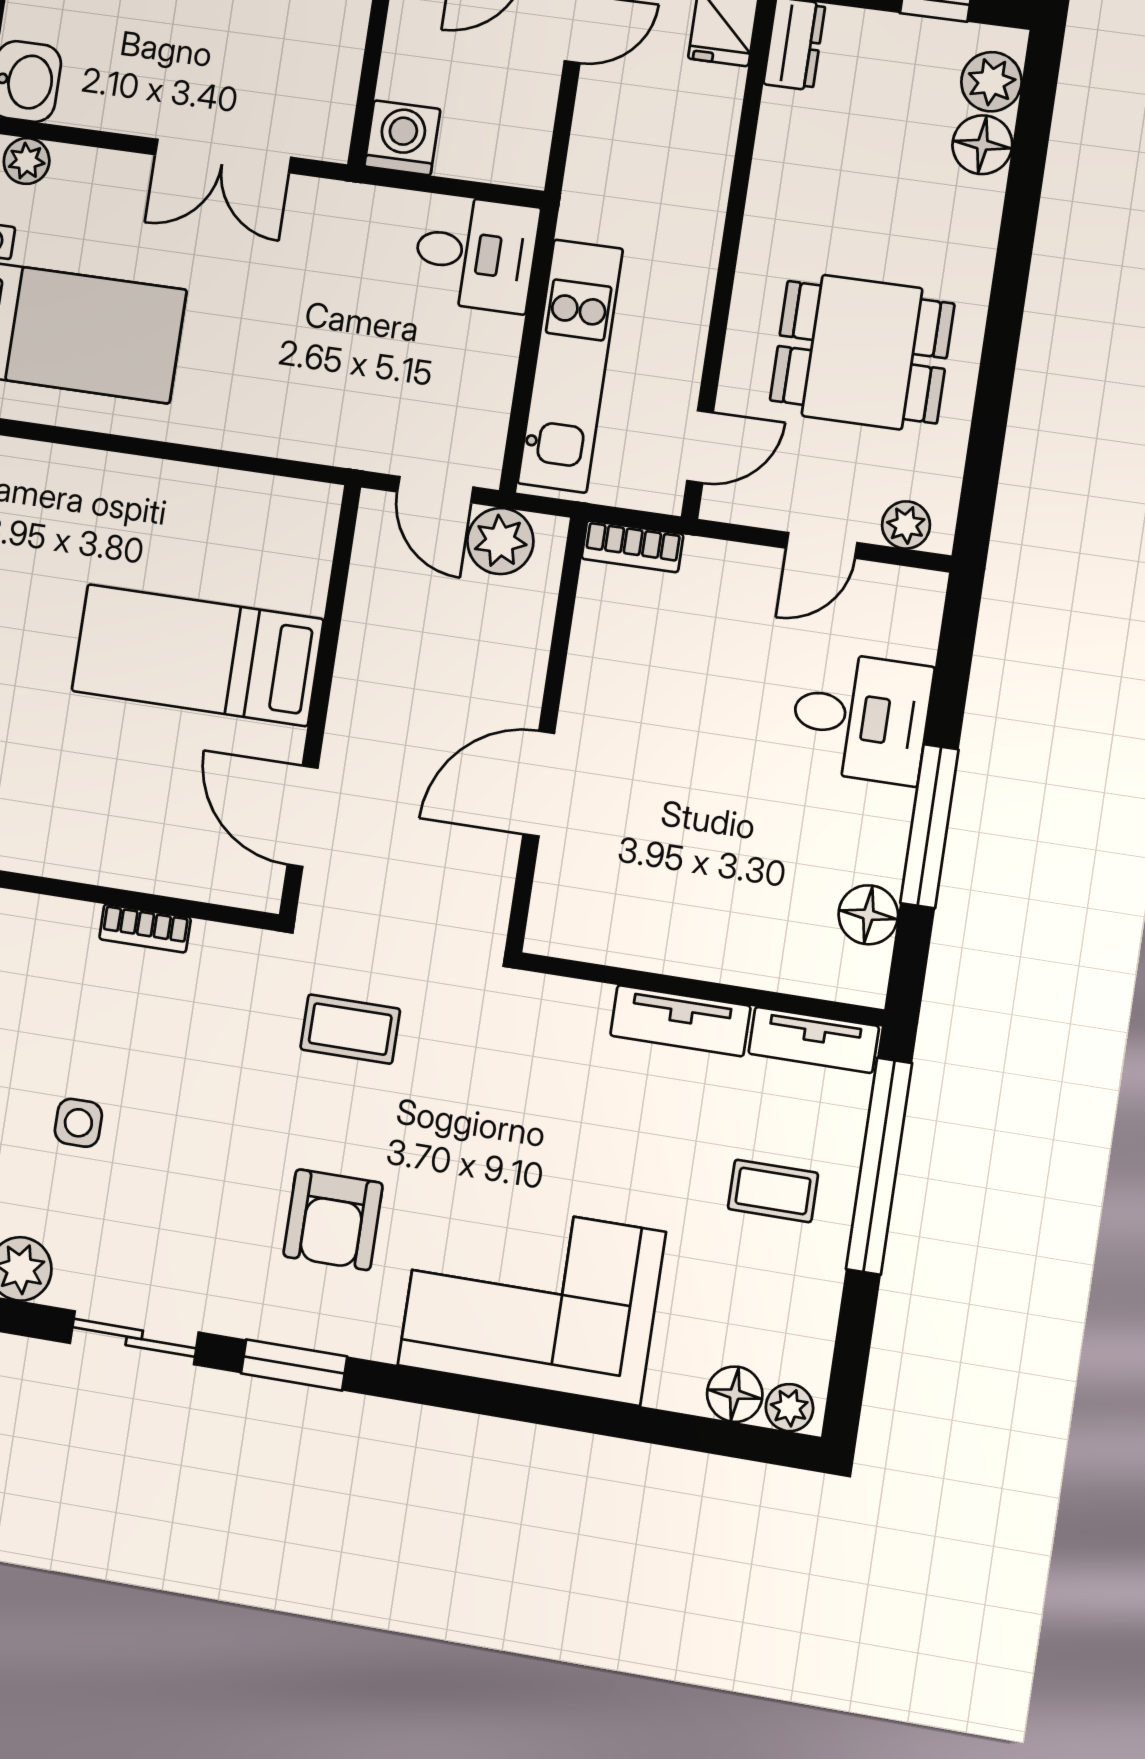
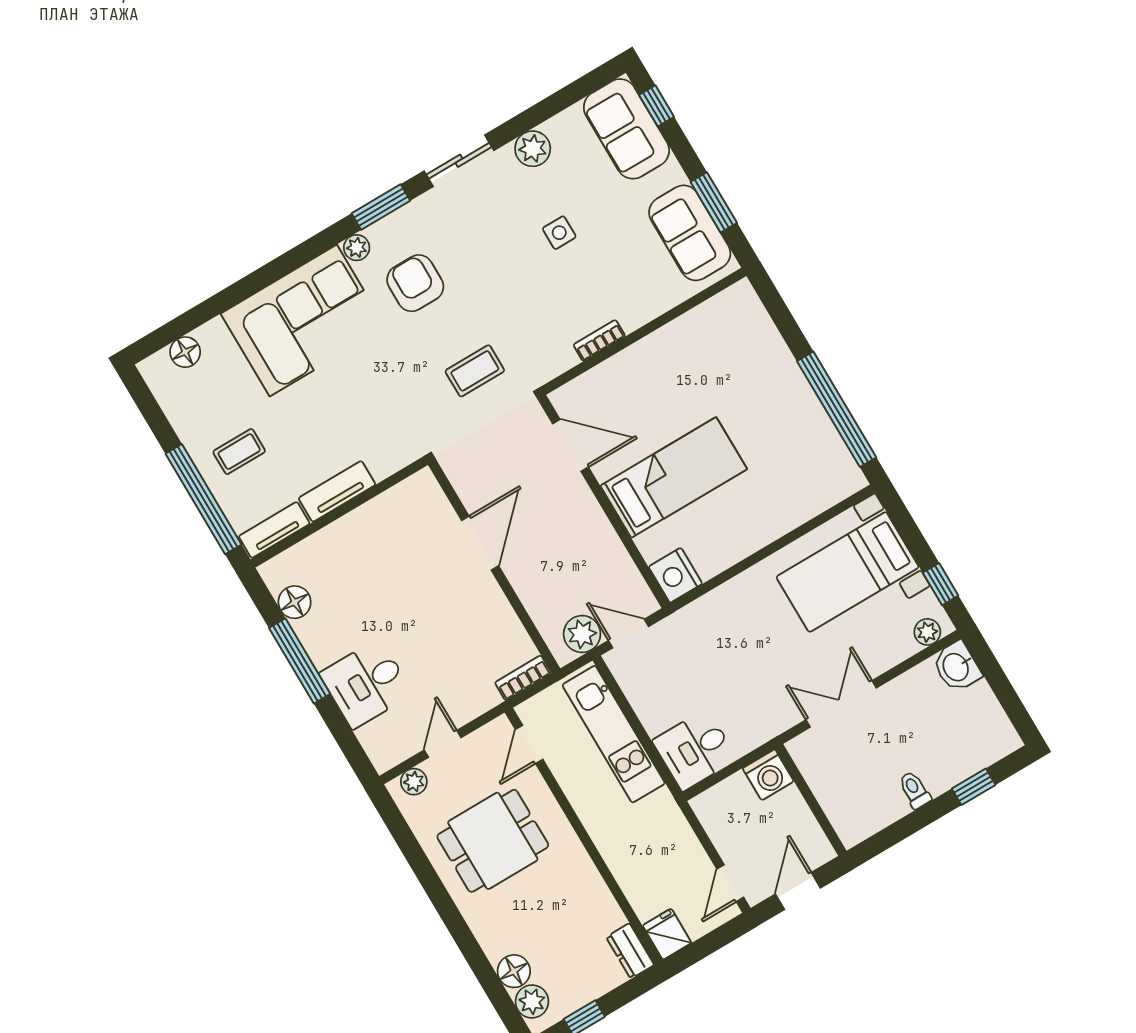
nightstand: (305, 518) -> (675, 575), added
plant: (789, 1408) -> (357, 248), moved

